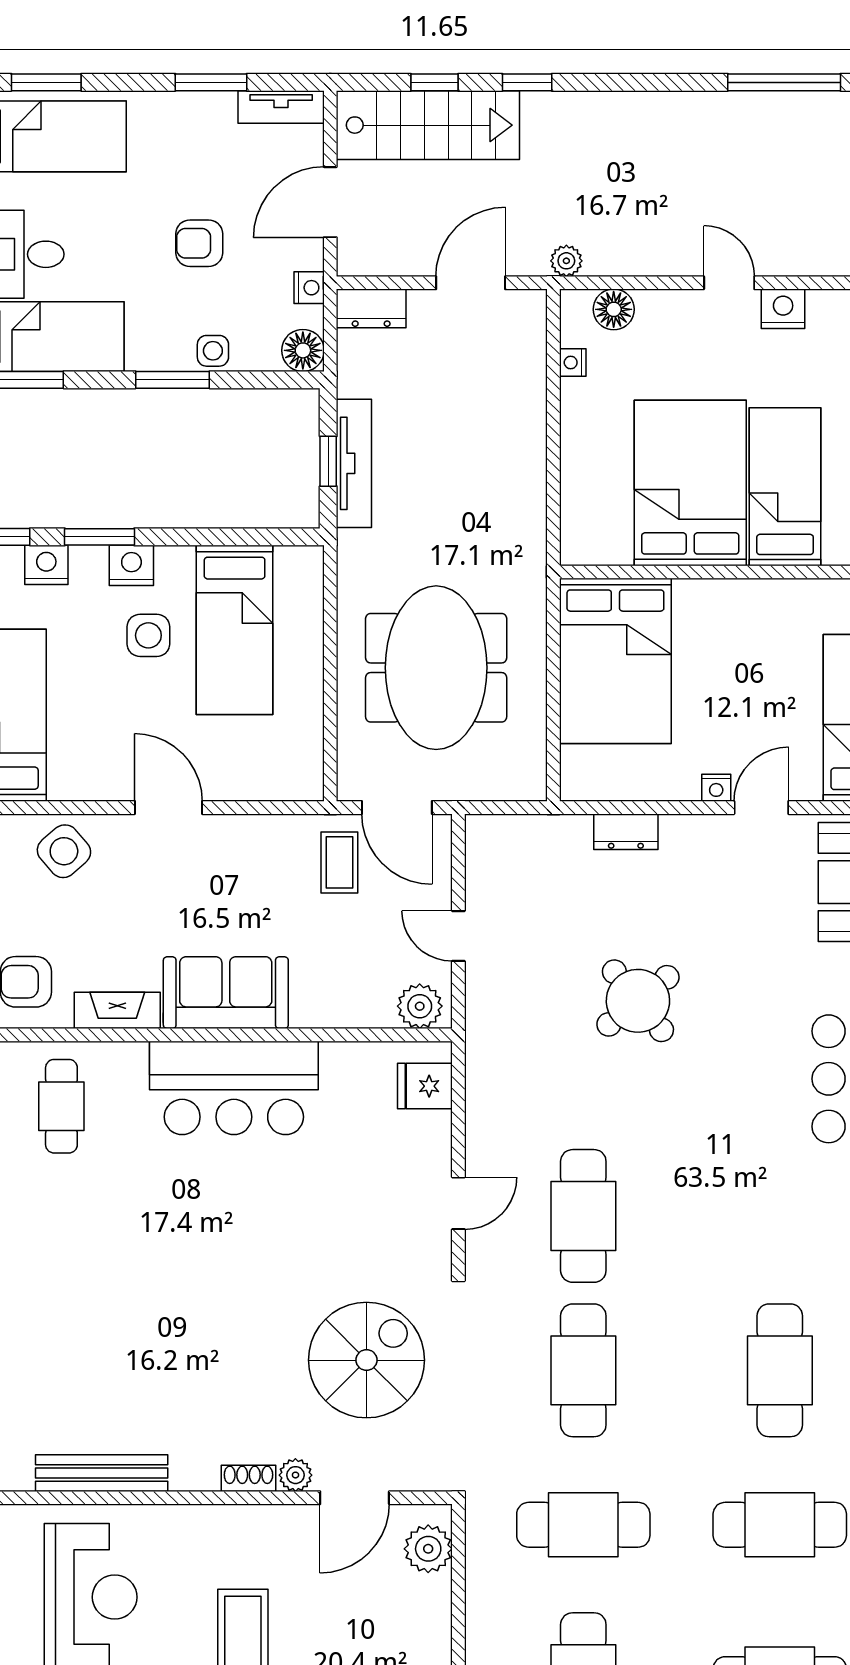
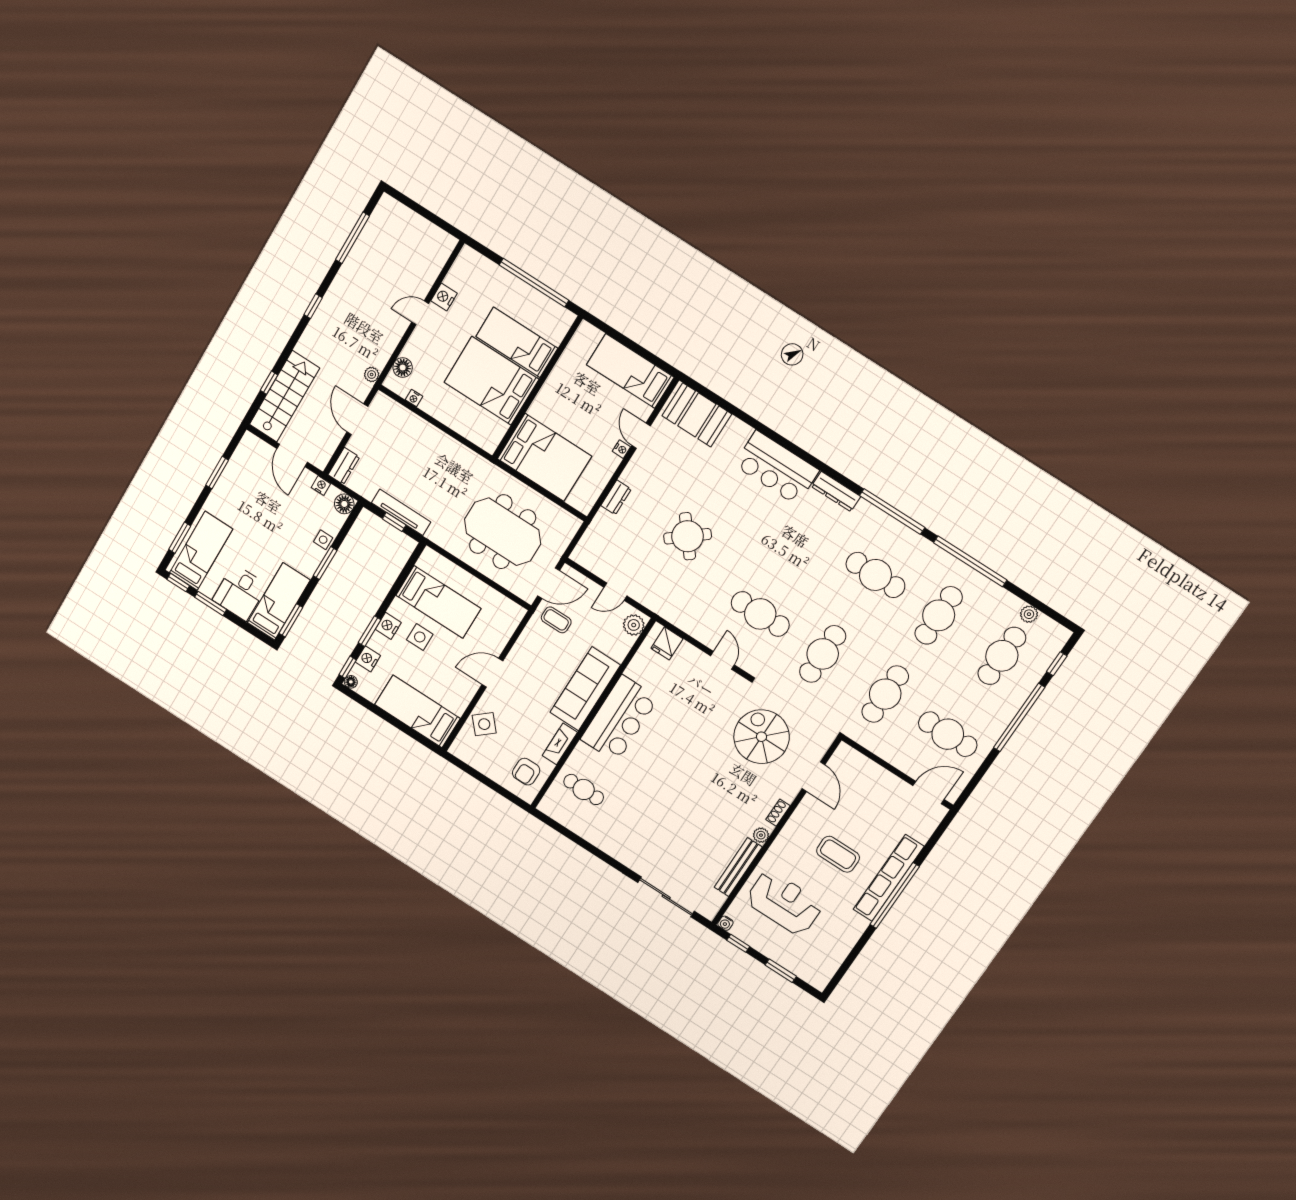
window: (527, 82) -> (313, 306), moved
tv unit: (281, 107) -> (243, 451), removed
armchair: (199, 243) -> (278, 518), removed
sofa: (226, 993) -> (585, 689), width x1.36
cafe table: (583, 1370) -> (823, 654), turned 90
plant: (295, 1475) -> (761, 835), moved
plant: (428, 1549) -> (853, 761), removed

